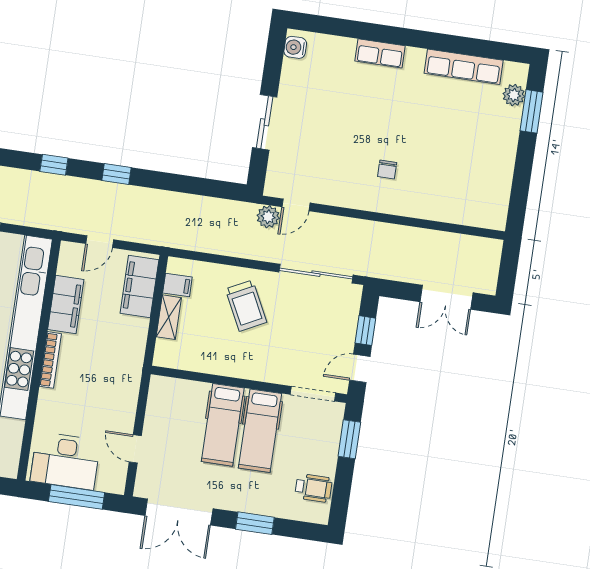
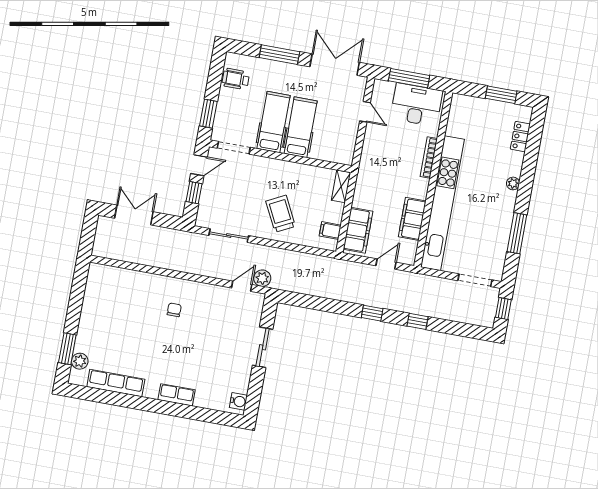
sliding door: (316, 274) -> (229, 235), width x0.73
shelving: (169, 317) -> (341, 186), moved
bookcase: (50, 360) -> (429, 158), moved
window: (255, 523) -> (279, 55), width x1.44

